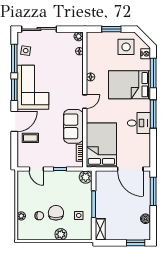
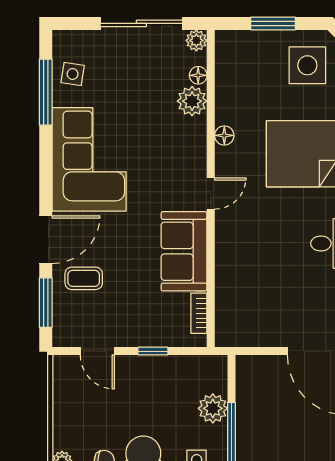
sliding door: (39, 29) -> (141, 23), moved
plant: (77, 62) -> (192, 101), added
window: (14, 90) -> (46, 303), moved
bed: (101, 145) -> (250, 295), removed
plant: (86, 177) -> (213, 408), moved

